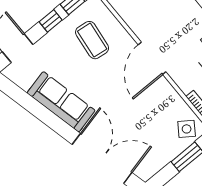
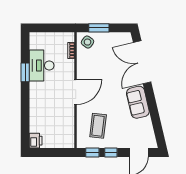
sofa: (61, 102) -> (138, 102), width x0.73

